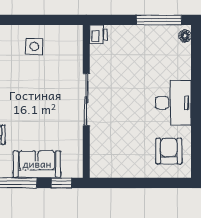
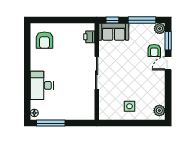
printer: (98, 34) -> (89, 37), moved
desk: (173, 103) -> (42, 85), moved
sofa: (37, 164) -> (114, 32), moved

